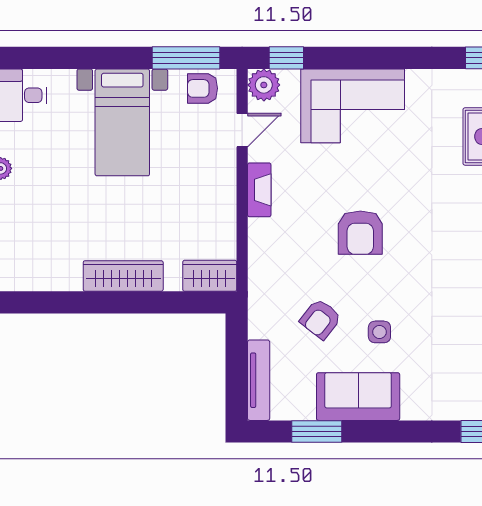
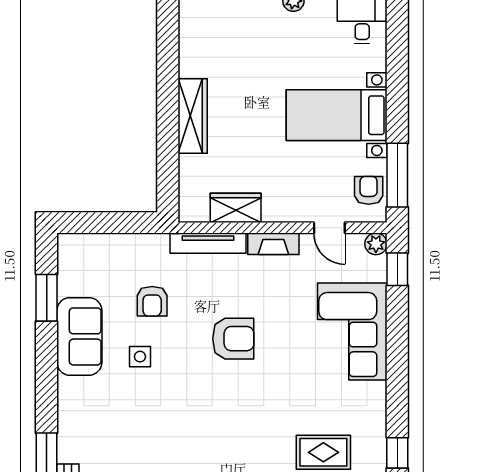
plant: (264, 85) -> (376, 244), width x0.73, depth x0.73
armchair: (360, 233) -> (233, 339), turned 180
wardrobe: (210, 276) -> (236, 208), moved, turned -90
armchair: (321, 319) -> (152, 301), turned -128
tv unit: (259, 380) -> (208, 243), moved

